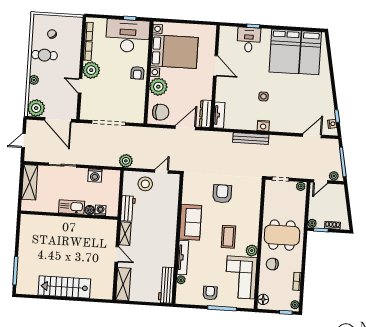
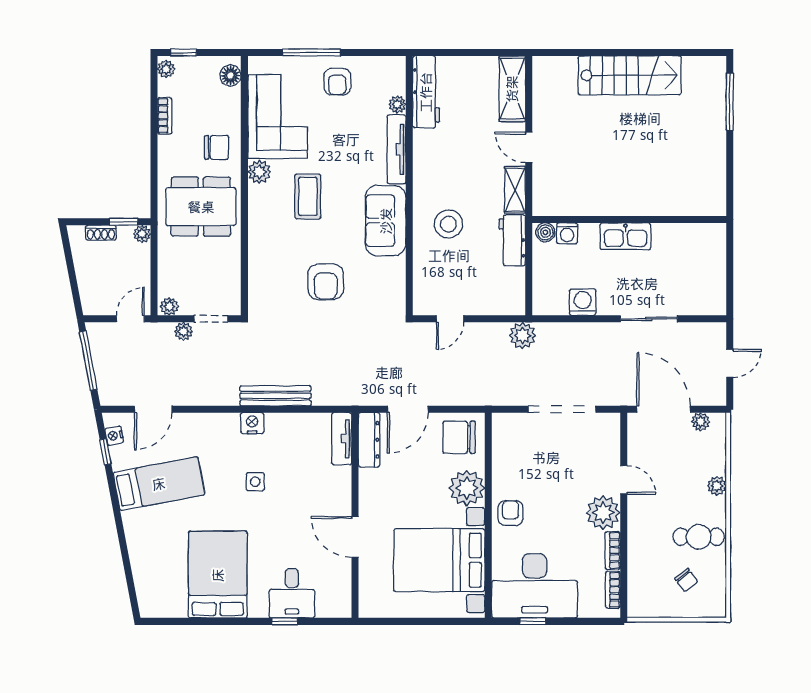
bed: (310, 53) -> (159, 484), moved, turned 79
plant: (36, 108) -> (701, 422), width x0.53, depth x0.53
plant: (334, 176) -> (183, 331), moved
shelving: (30, 182) -> (712, 280), removed
stool: (145, 184) -> (448, 224), moved
boiler: (90, 210) -> (545, 232), moved

